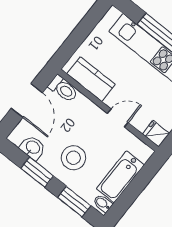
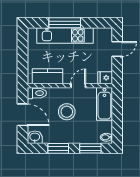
washbasin: (33, 148) -> (35, 137), moved
stool: (73, 158) -> (67, 112), moved
bathtub: (120, 177) -> (104, 104), moved

